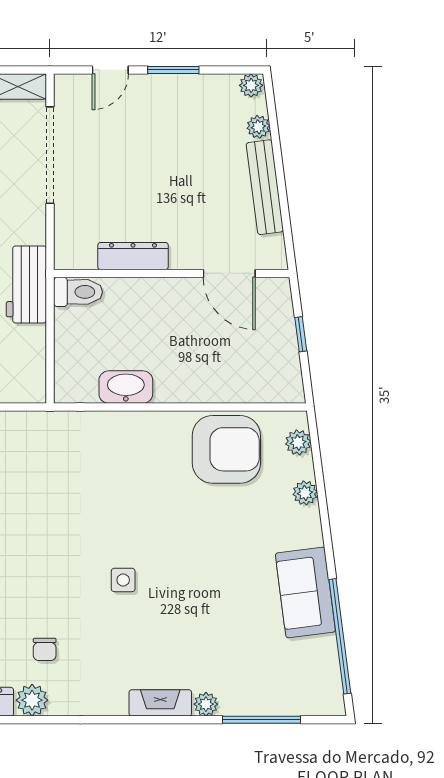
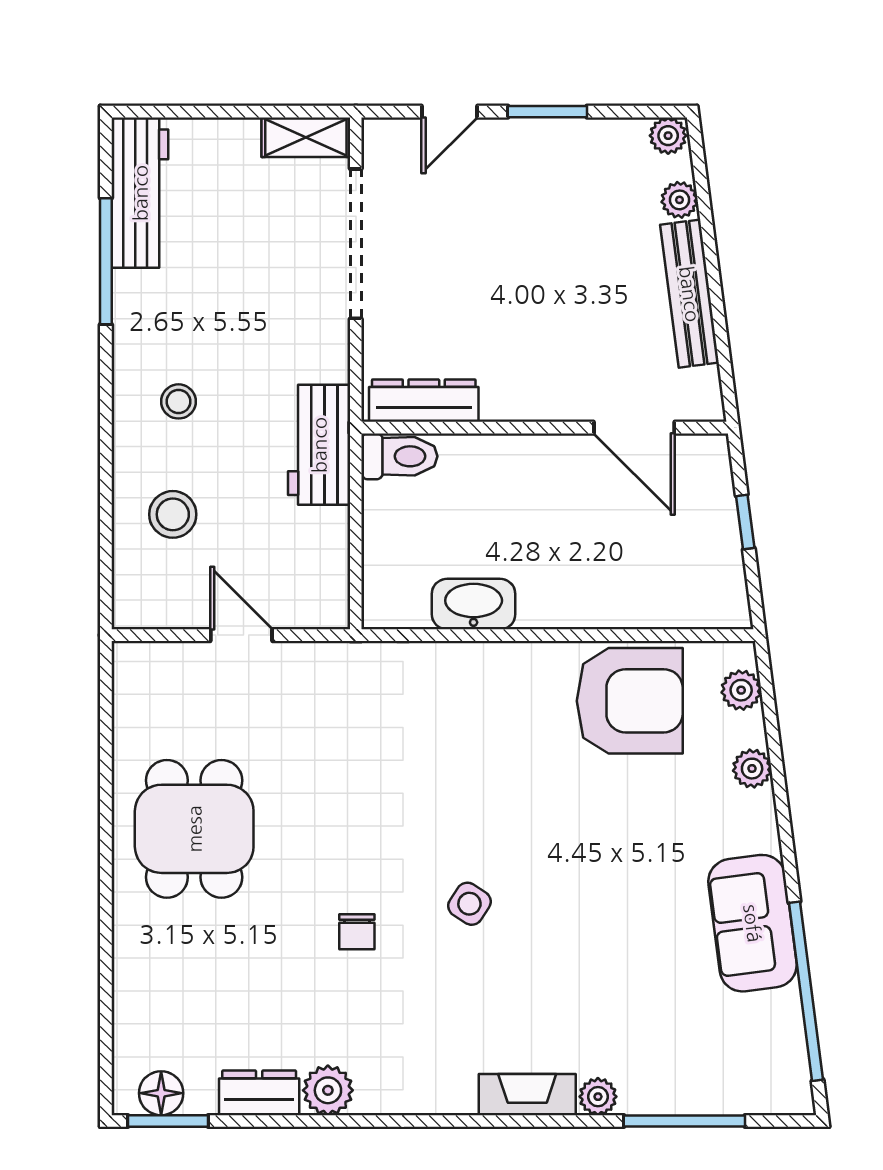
dresser: (133, 256) -> (424, 401), moved
side table: (123, 580) -> (469, 904), turned 33
chair: (45, 649) -> (357, 932), moved

